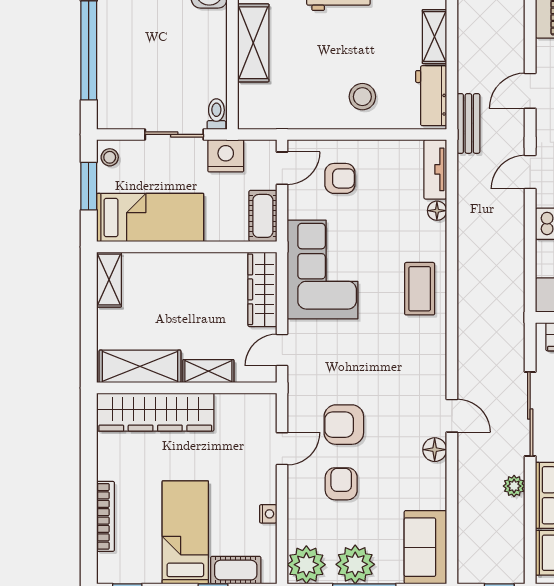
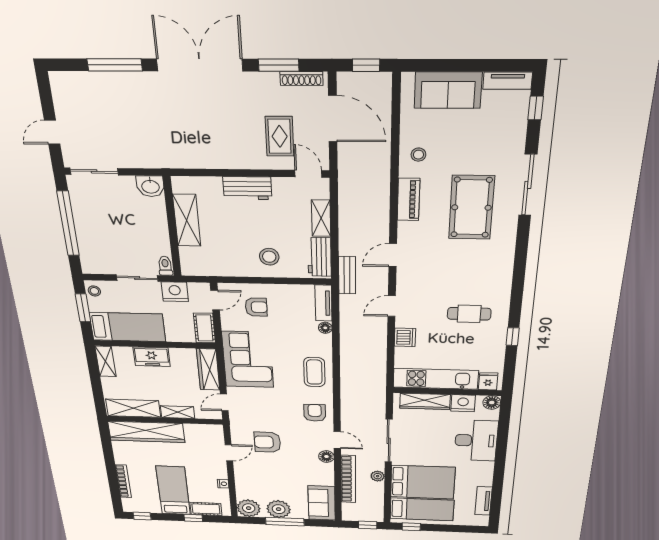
freezer: (180, 269) -> (152, 357), added
armchair: (341, 484) -> (315, 413), moved
bookcase: (468, 494) -> (348, 479), added

